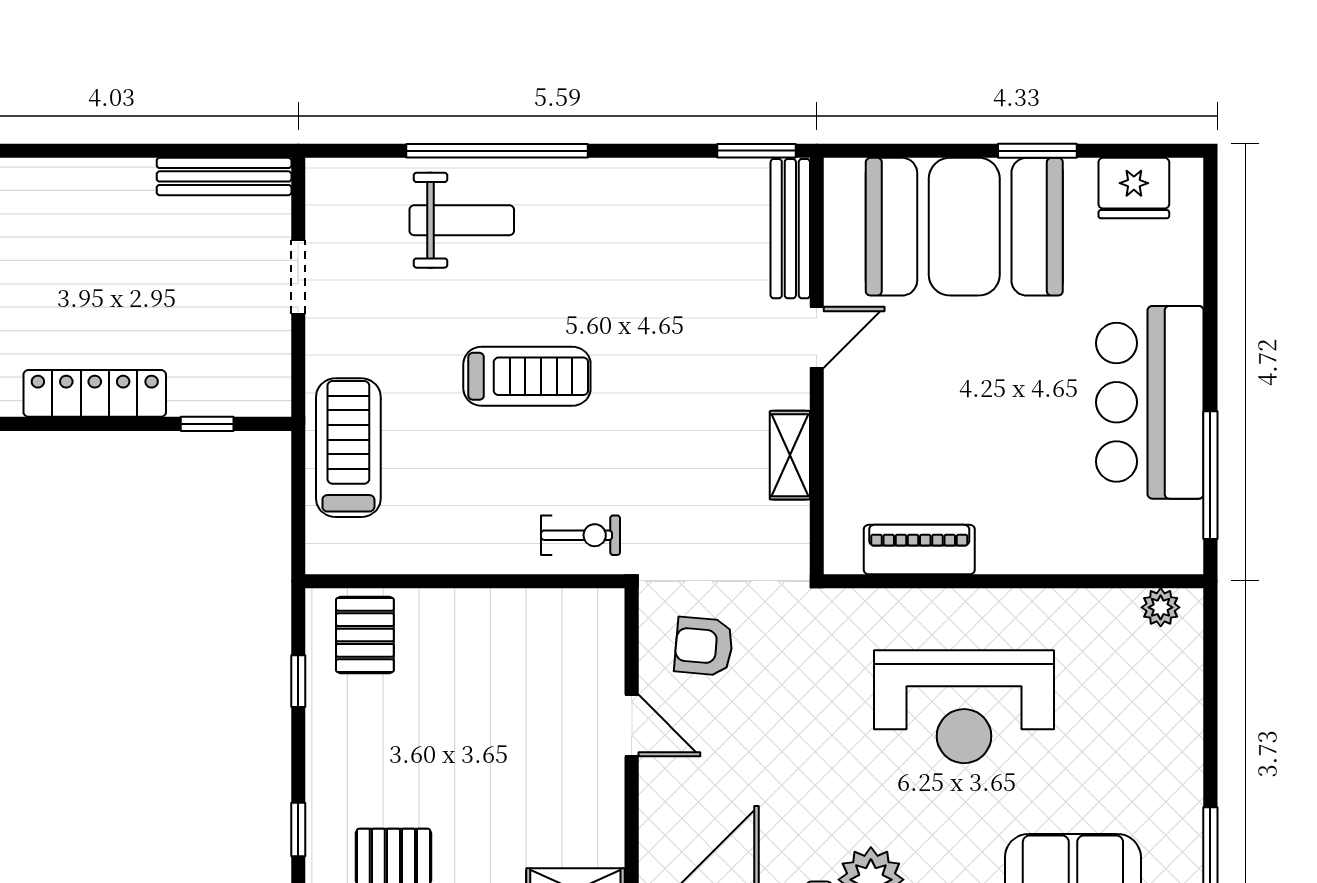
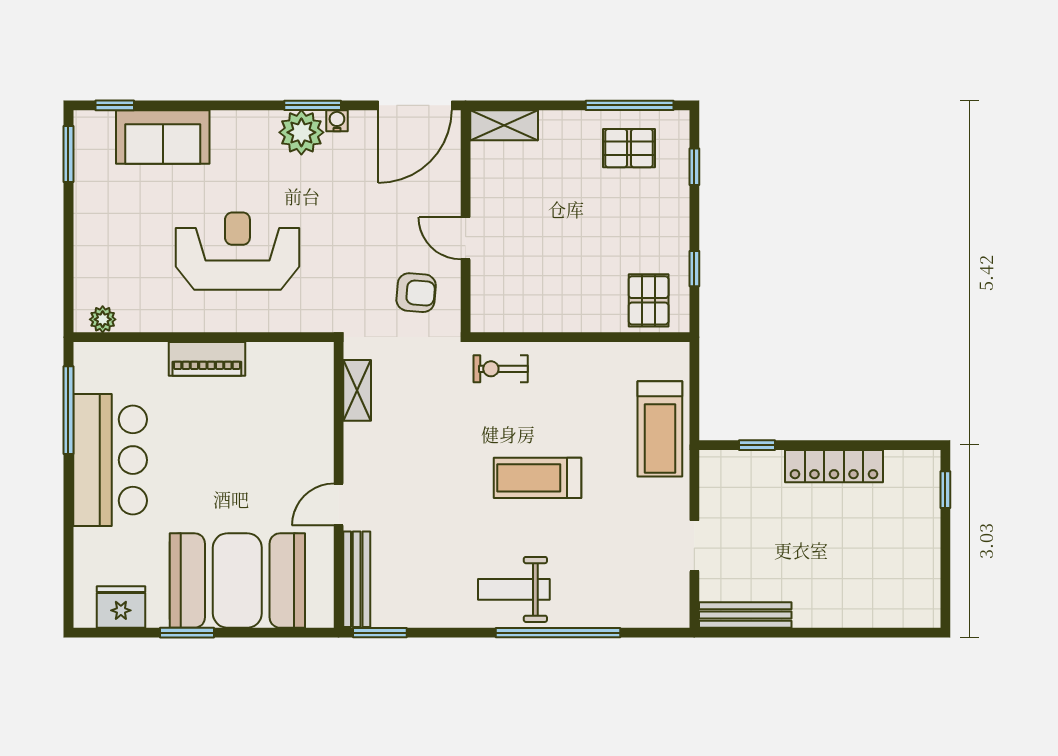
weight bench: (462, 220) -> (514, 589), moved
shelving: (790, 455) -> (357, 390), moved
piano: (919, 550) -> (207, 359), moved

